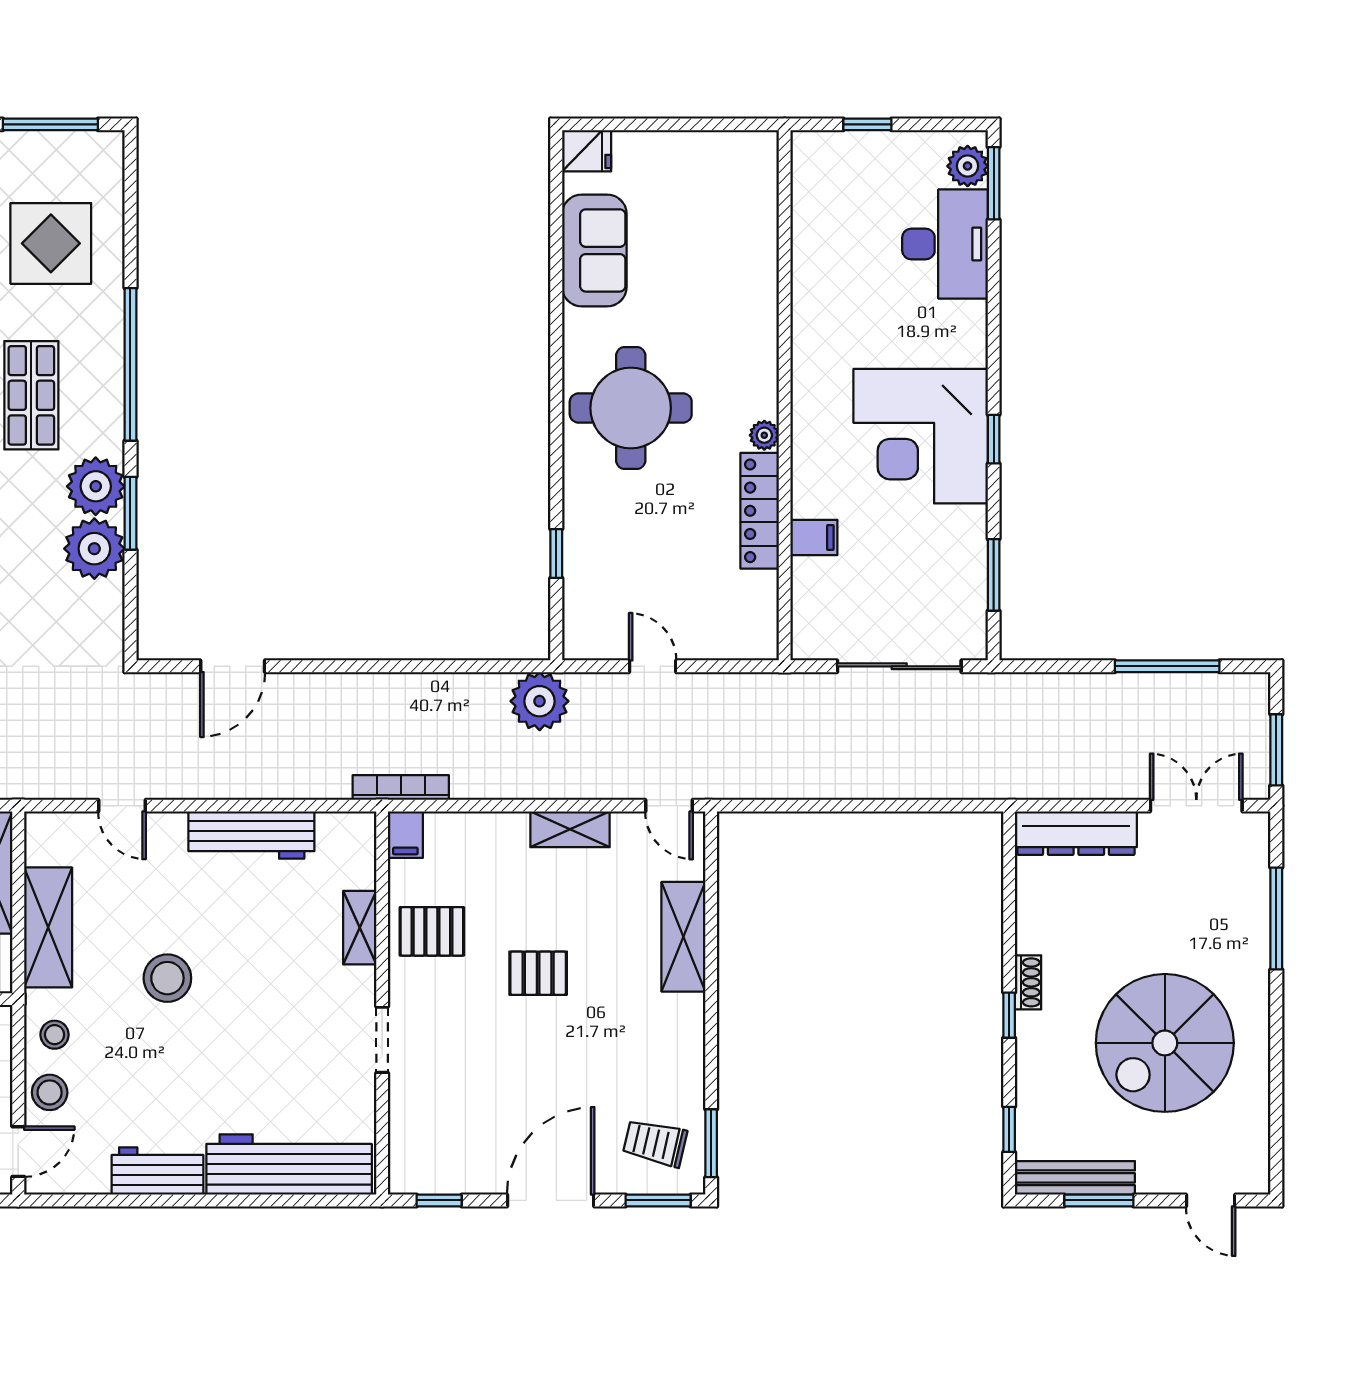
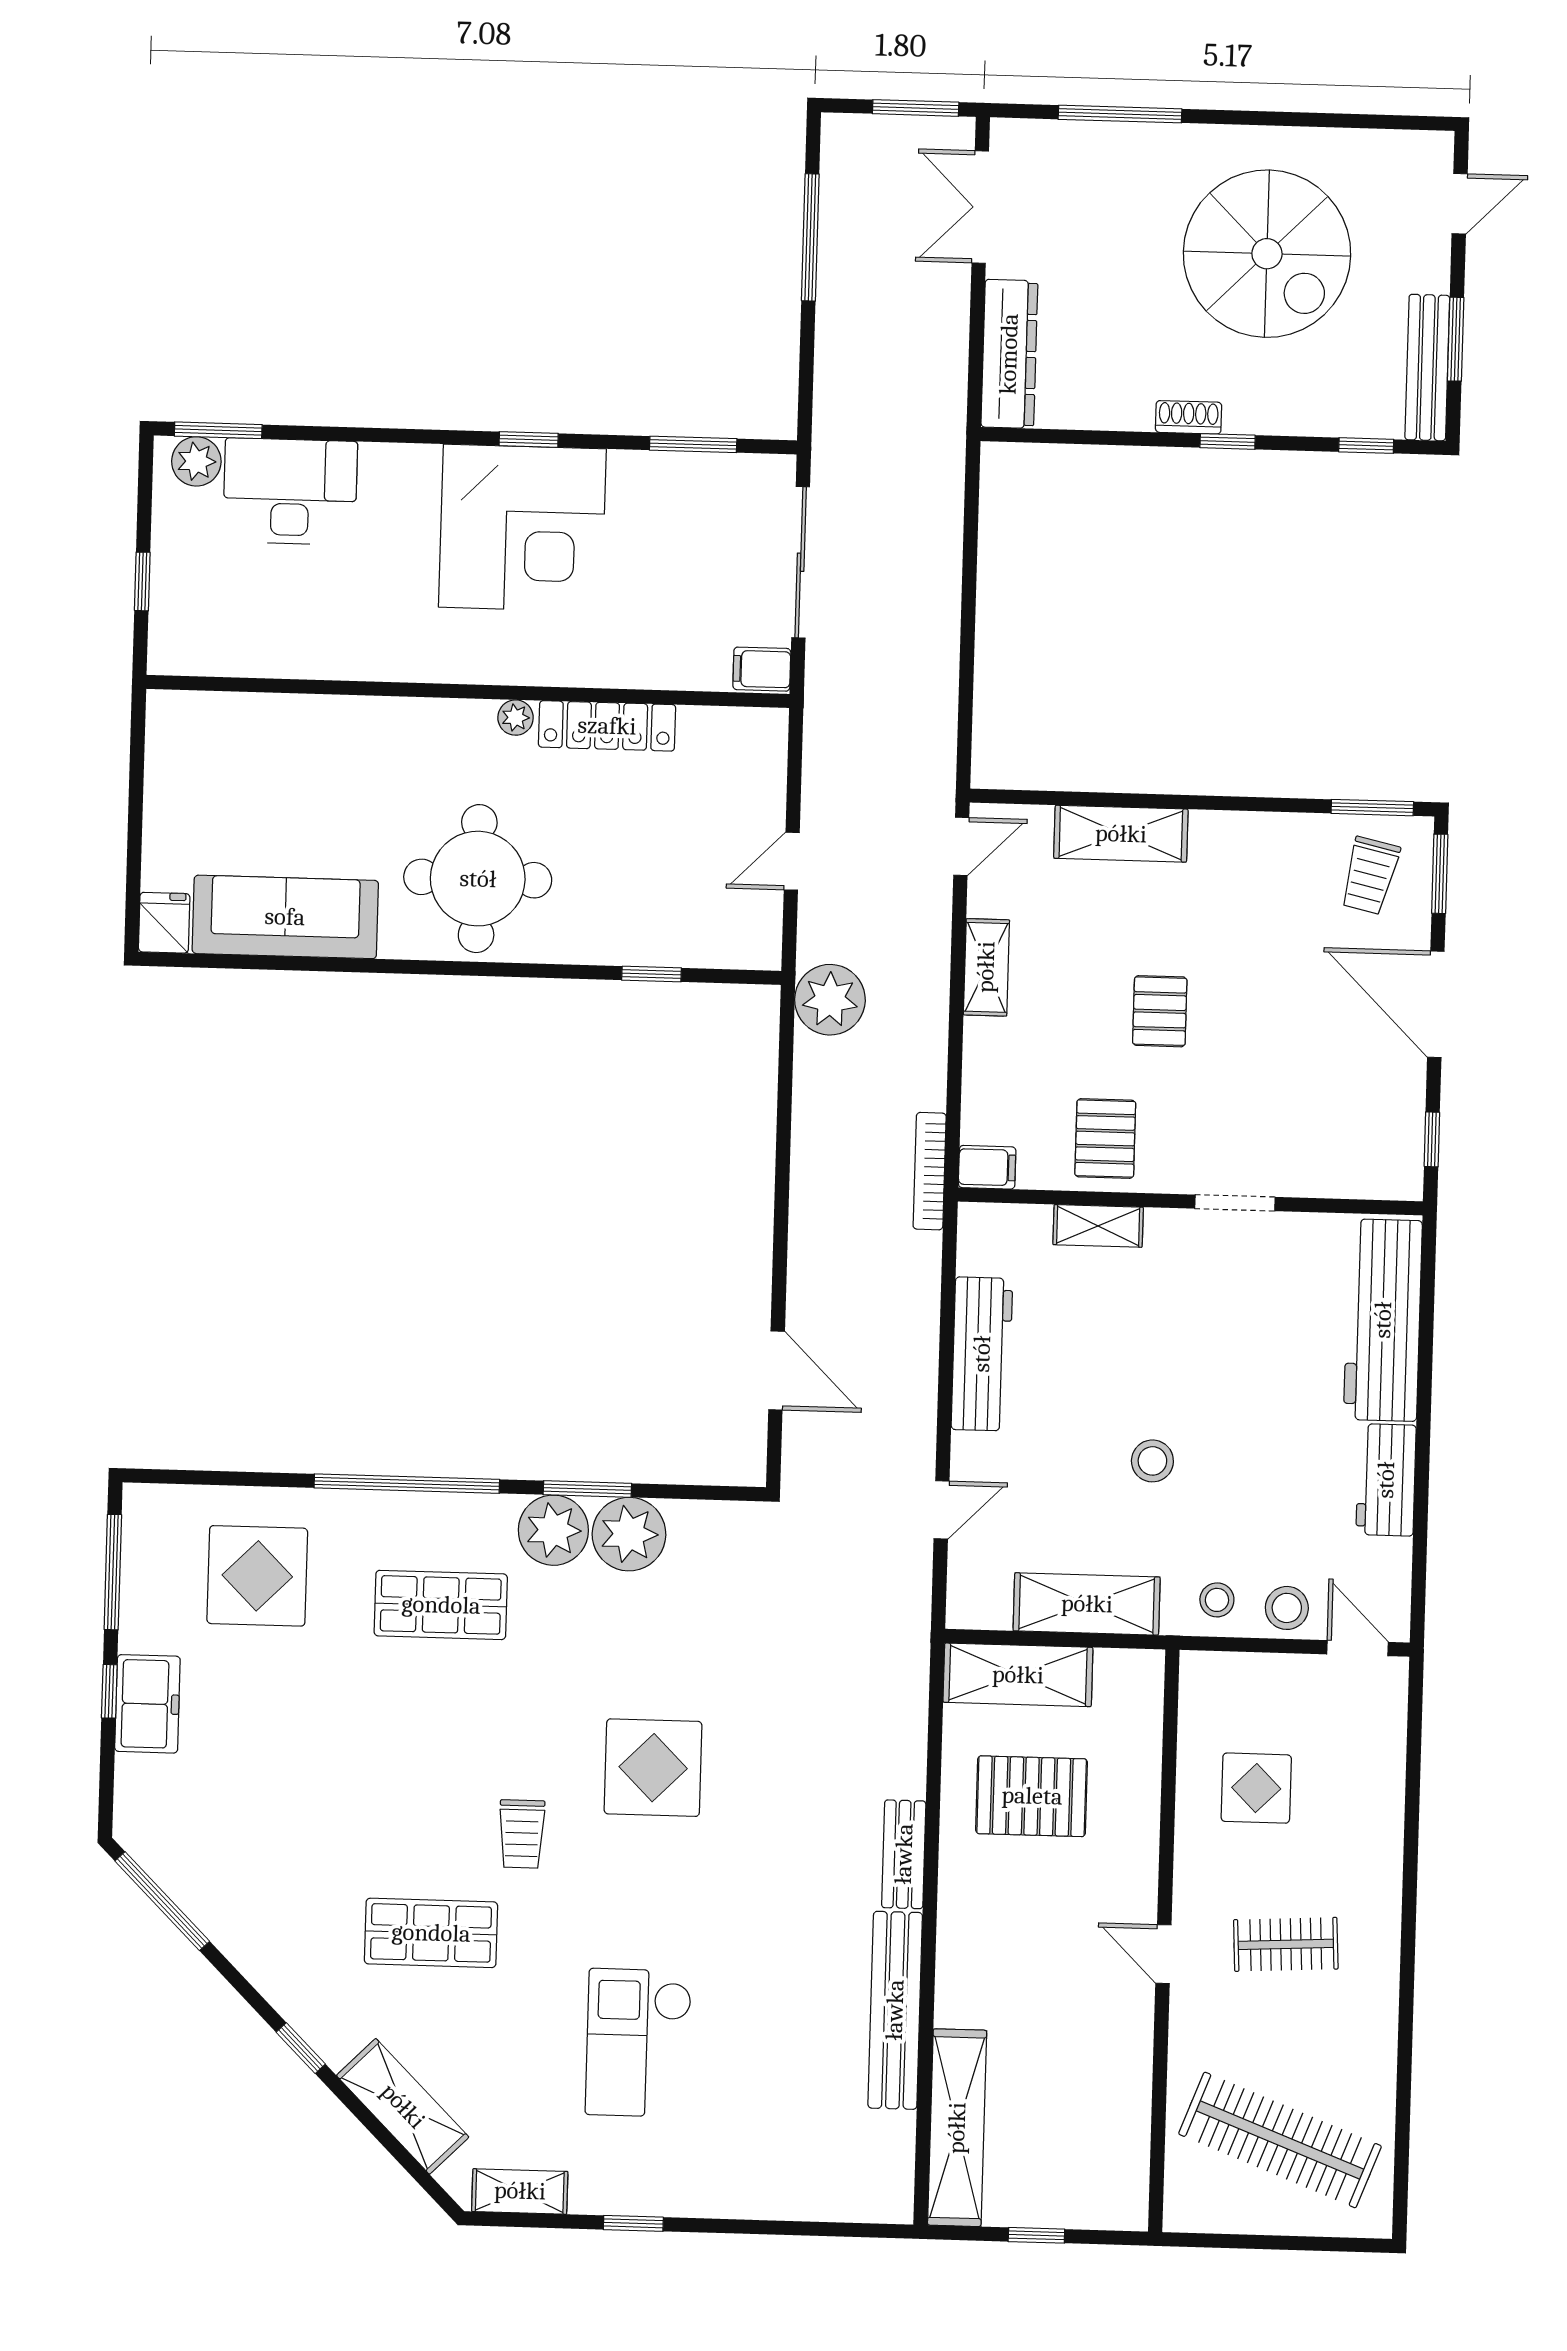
sofa: (594, 250) -> (285, 917), width x1.36
filing cabinet: (814, 537) -> (762, 669), moved, turned -90
stool: (167, 978) -> (1152, 1461), width x0.73, depth x0.73

